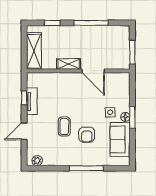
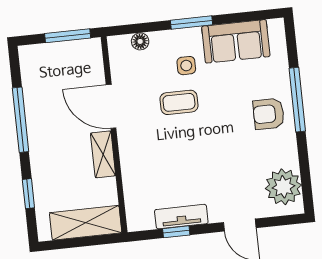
door: (93, 71) -> (111, 106), swing flipped
floor lamp: (125, 117) -> (140, 41), moved
coffee table: (64, 126) -> (179, 102), moved
armchair: (87, 135) -> (269, 114), moved, turned 180
plant: (37, 161) -> (283, 187), width x1.88, depth x1.88

